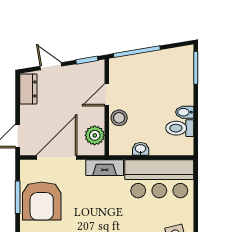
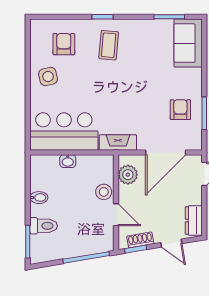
shoe rack: (82, 69) -> (140, 240), added
door: (107, 95) -> (116, 215), hinge flipped
toilet: (180, 128) -> (44, 226), moved
washbasin: (141, 149) -> (68, 161), moved
armchair: (42, 201) -> (180, 110), width x0.53, depth x0.53

